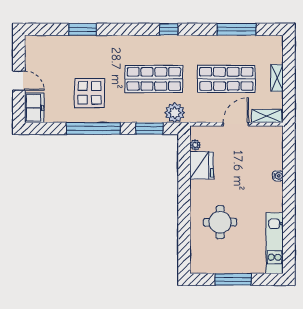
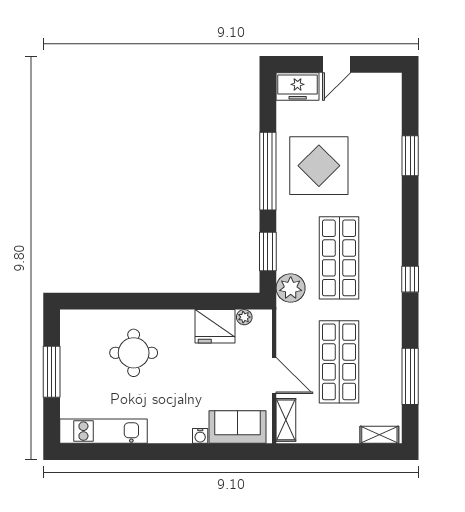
shelving: (277, 78) -> (379, 435), moved
display table: (89, 93) -> (319, 166), width x1.36, depth x1.36
sofa: (272, 150) -> (238, 427), added

